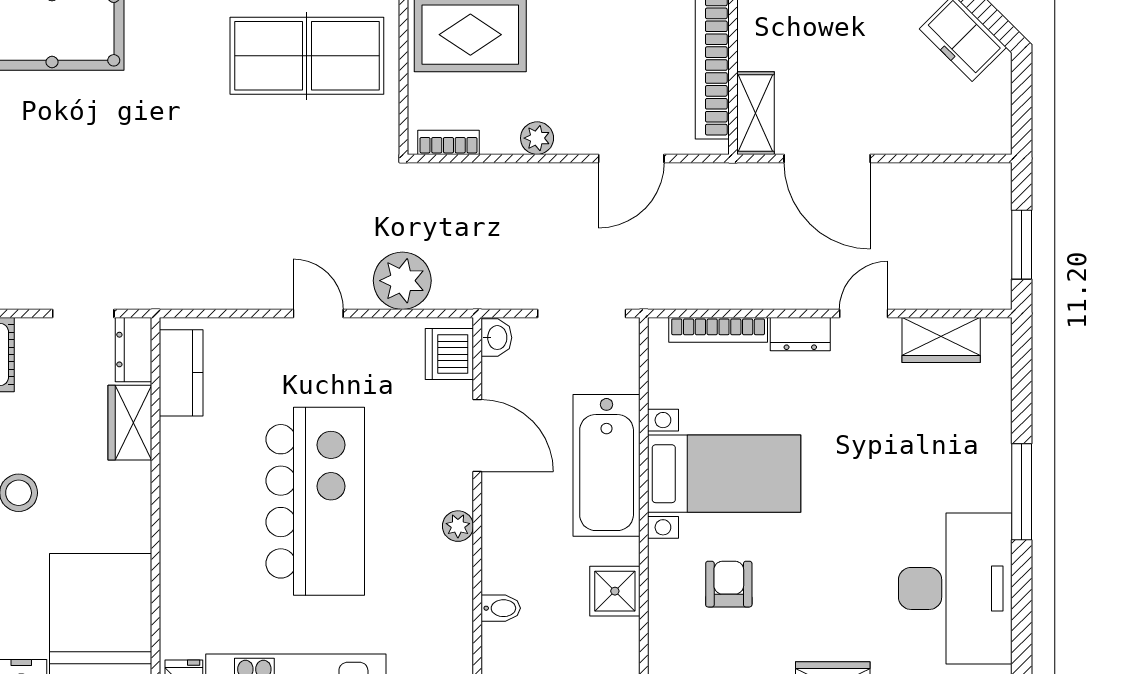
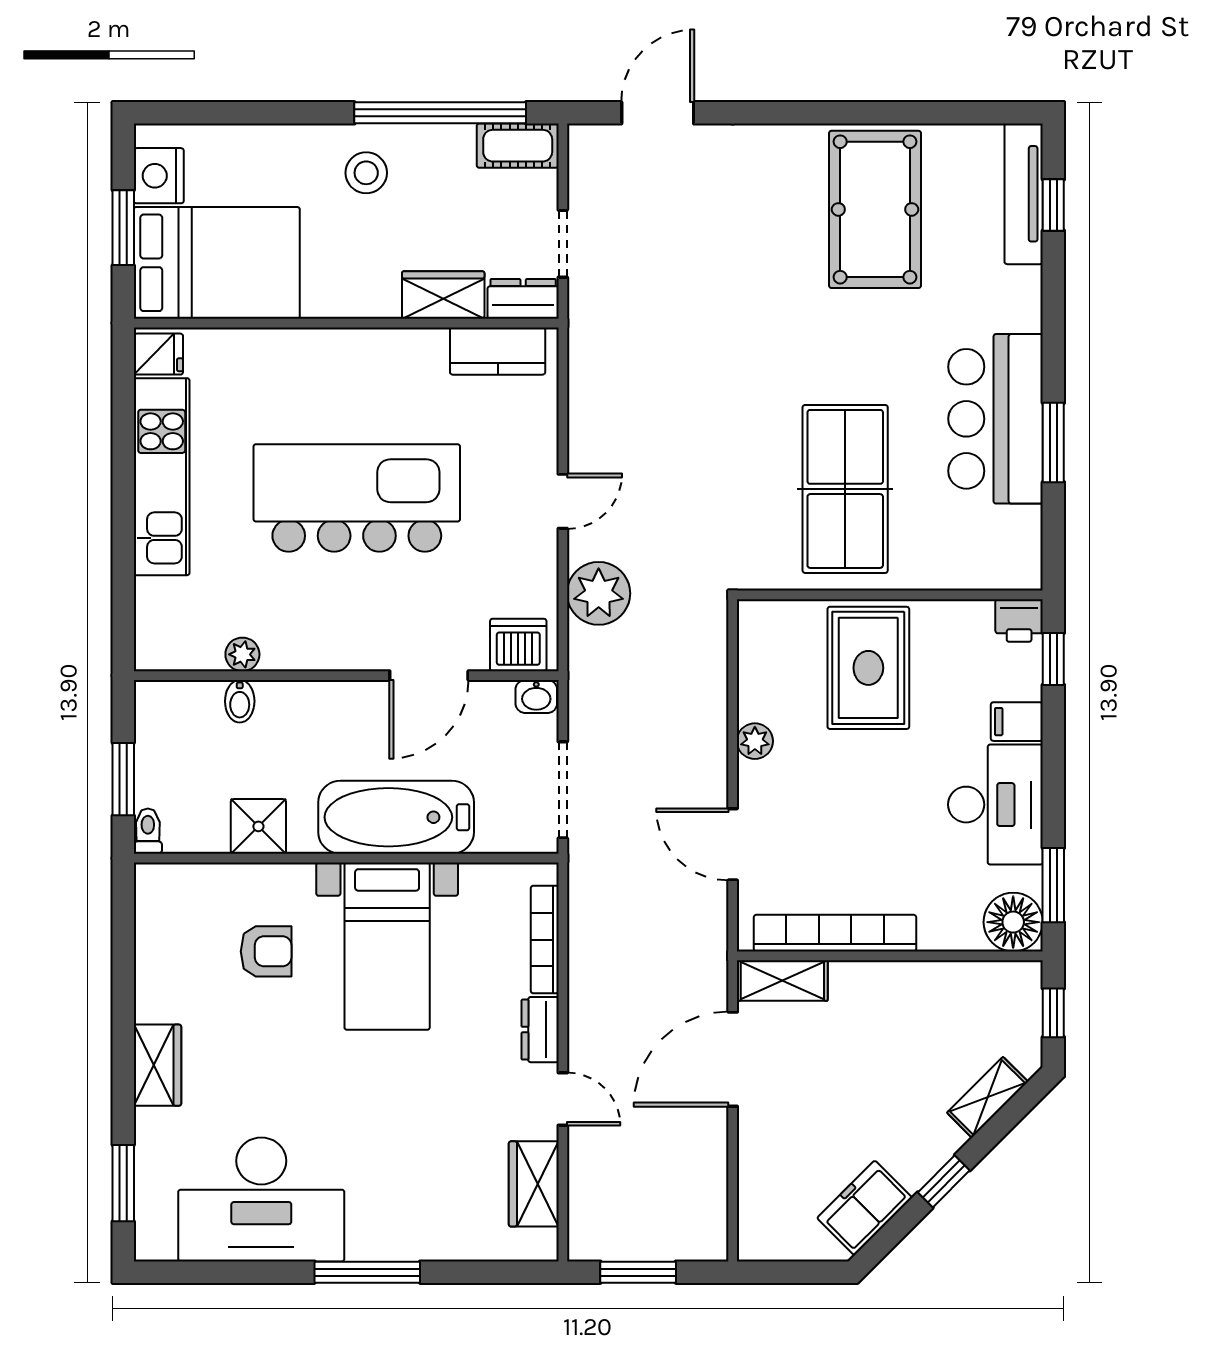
bookcase: (448, 142) -> (750, 644), removed
kitchen island: (315, 501) -> (357, 498), turned 180
plant: (458, 526) -> (242, 654), moved

